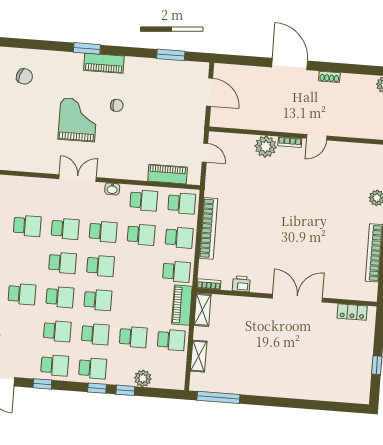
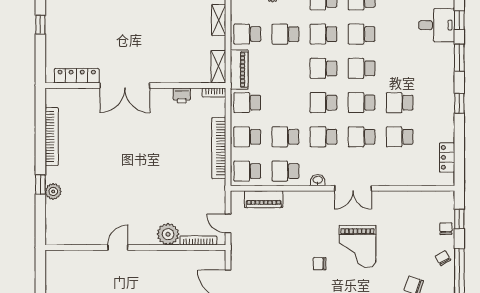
bookcase: (290, 142) -> (198, 240), moved, width x1.56
school desk: (22, 294) -> (400, 103), moved
locker: (352, 312) -> (77, 76), width x1.53

